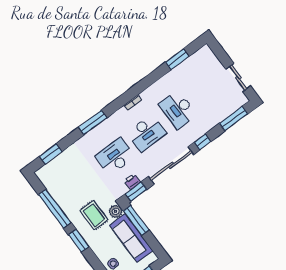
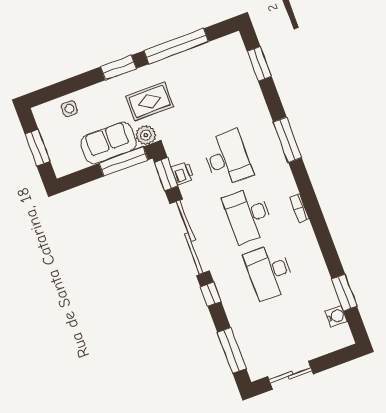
water cooler: (193, 60) -> (336, 316), added
desk: (178, 110) -> (269, 272), turned -90
sofa: (131, 238) -> (108, 143), width x0.73

